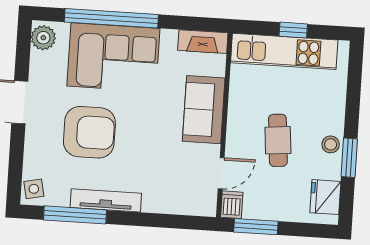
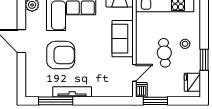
stool: (331, 144) -> (185, 44), moved
side table: (34, 189) -> (32, 88), removed

